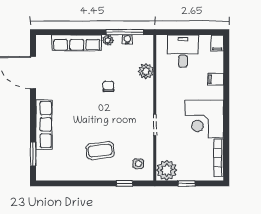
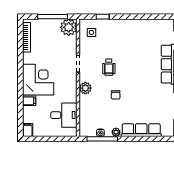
desk: (183, 51) -> (64, 115), moved, turned -90
plant: (146, 71) -> (85, 88), moved
corner desk: (204, 119) -> (38, 80), moved
wheelchair: (117, 121) -> (109, 67), added
coffee table: (100, 151) -> (122, 43), removed
window: (186, 183) -> (53, 17), width x2.17

